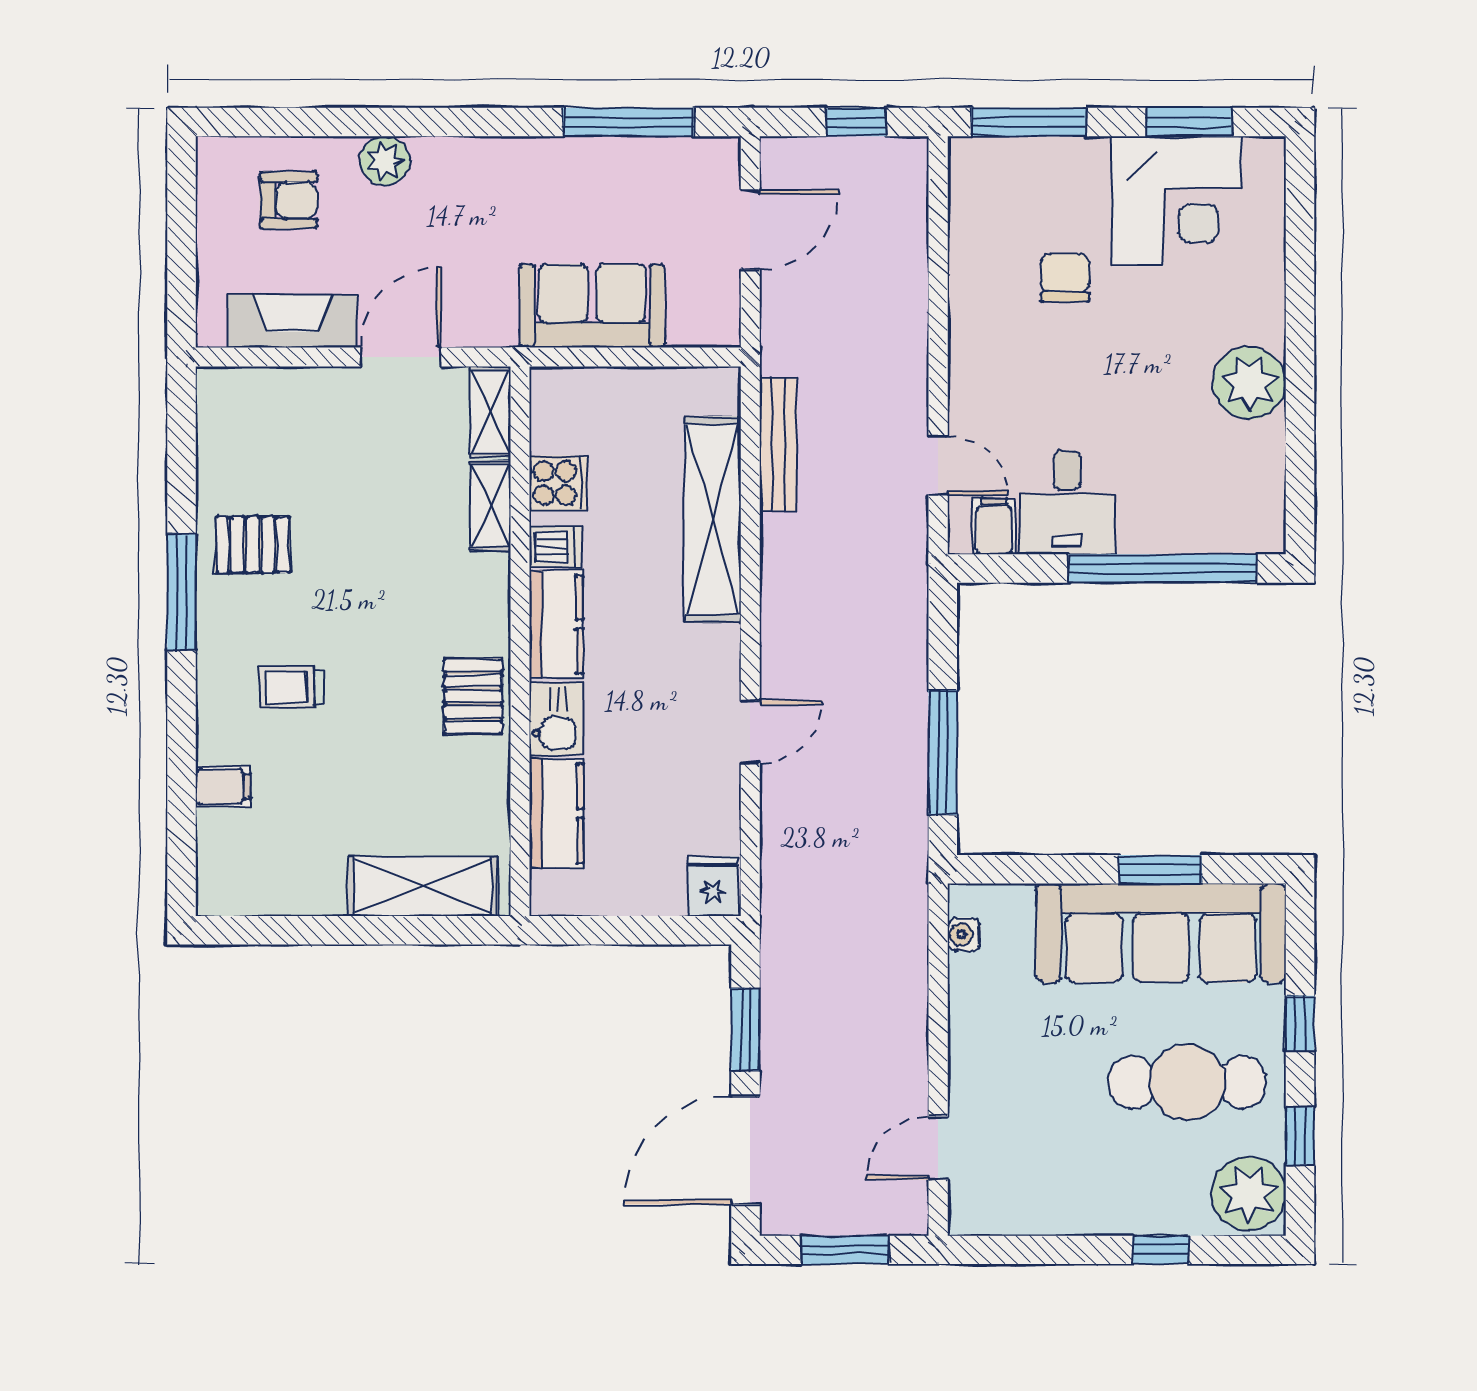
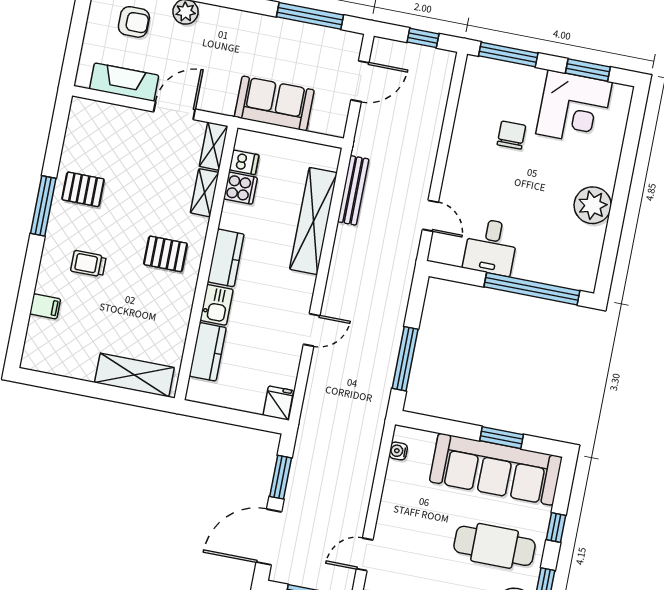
filing cabinet: (994, 526) -> (452, 252), removed
dishwasher: (556, 547) -> (244, 162), moved
pallet: (473, 696) -> (165, 254), moved, turned 90

